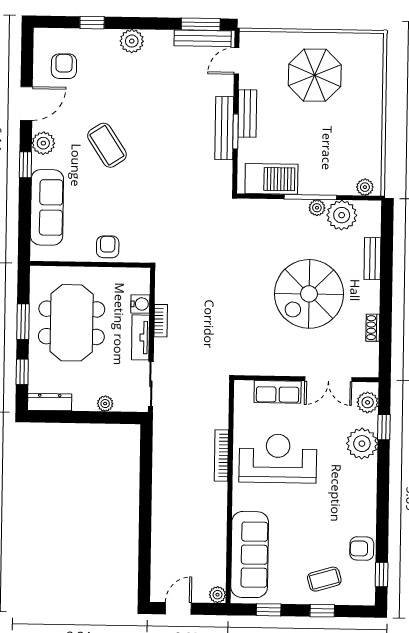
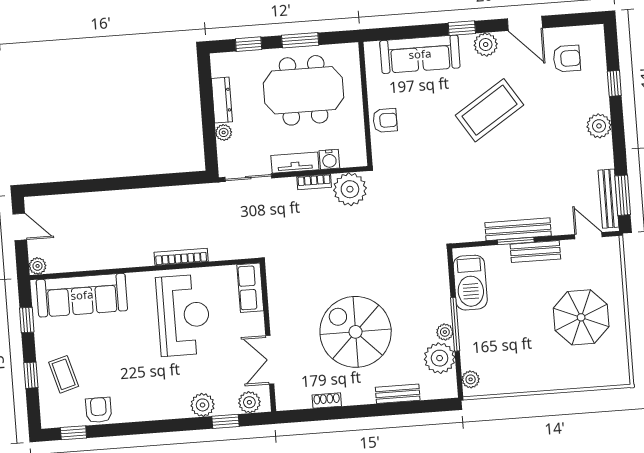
coffee table: (107, 145) -> (490, 110), width x1.36, depth x1.32
plant: (171, 287) -> (350, 189), added
row of seats: (278, 392) -> (250, 288), moved
dresser: (50, 402) -> (222, 100), moved
plant: (362, 444) -> (203, 405), width x0.73, depth x0.73

